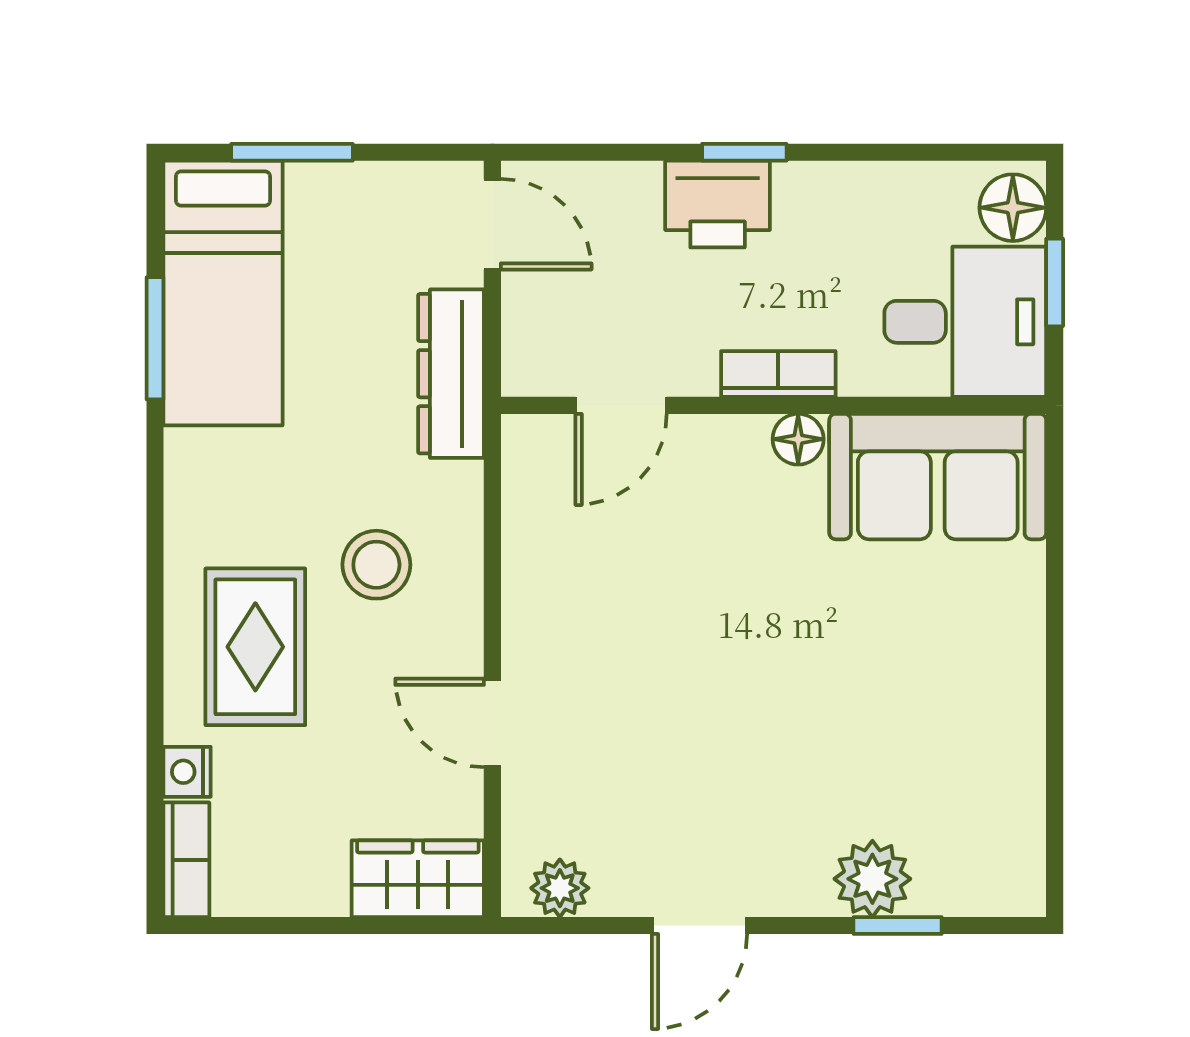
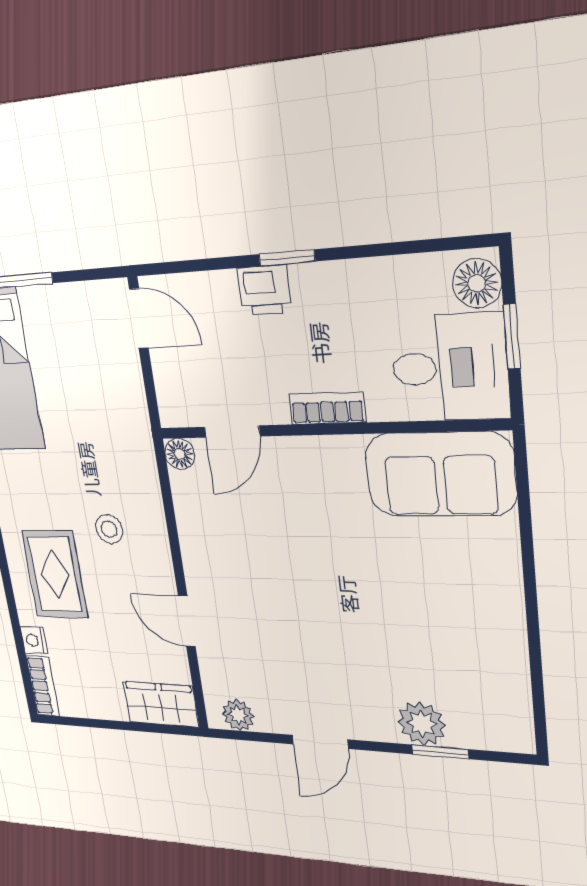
printer: (718, 204) -> (264, 290), width x0.73, depth x0.81
dresser: (451, 374) -> (131, 415), removed
floor lamp: (798, 439) -> (180, 454), moved
stool: (376, 565) -> (109, 529), width x0.73, depth x0.73

